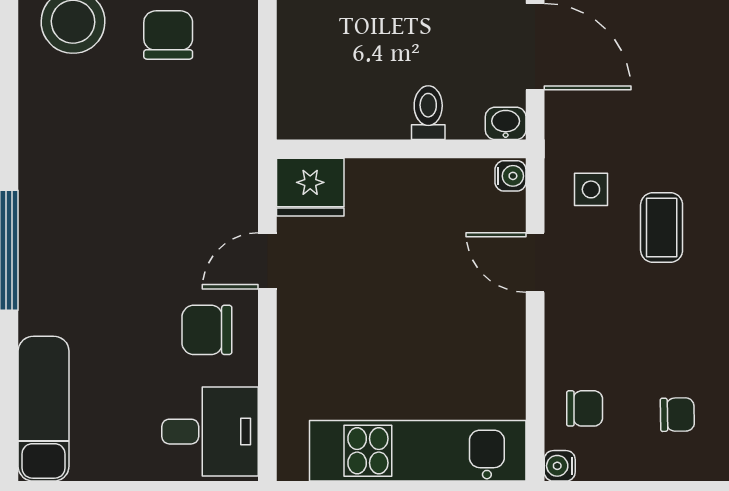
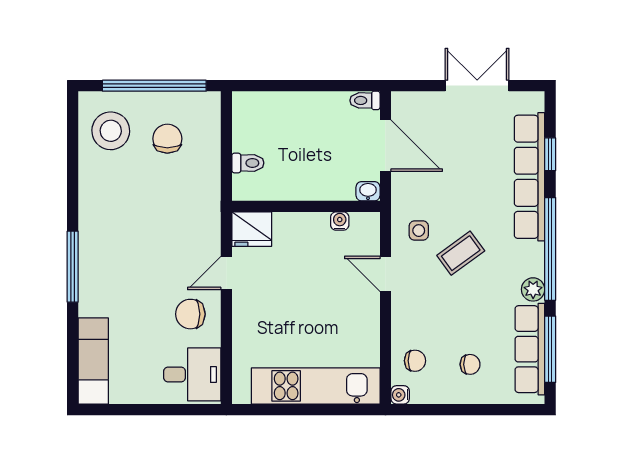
toilet: (428, 113) -> (248, 163), moved, turned 90
water cooler: (510, 176) -> (340, 221), moved, turned -90
coffee table: (662, 228) -> (461, 253), turned 54

